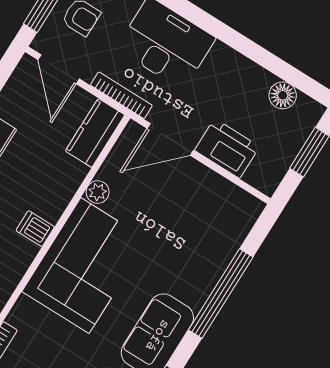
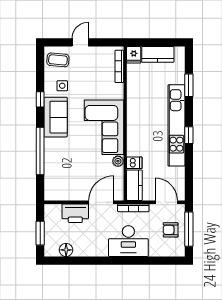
dishwasher: (35, 229) -> (134, 163), moved

